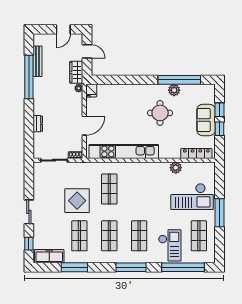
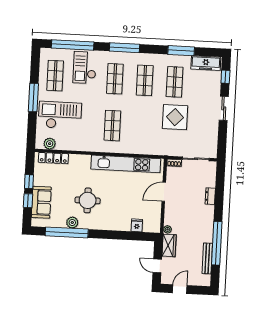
fridge: (91, 91) -> (137, 225), moved
sofa: (206, 120) -> (41, 202), moved
plant: (176, 168) -> (50, 144), moved
shop shelf: (109, 189) -> (112, 126), moved

